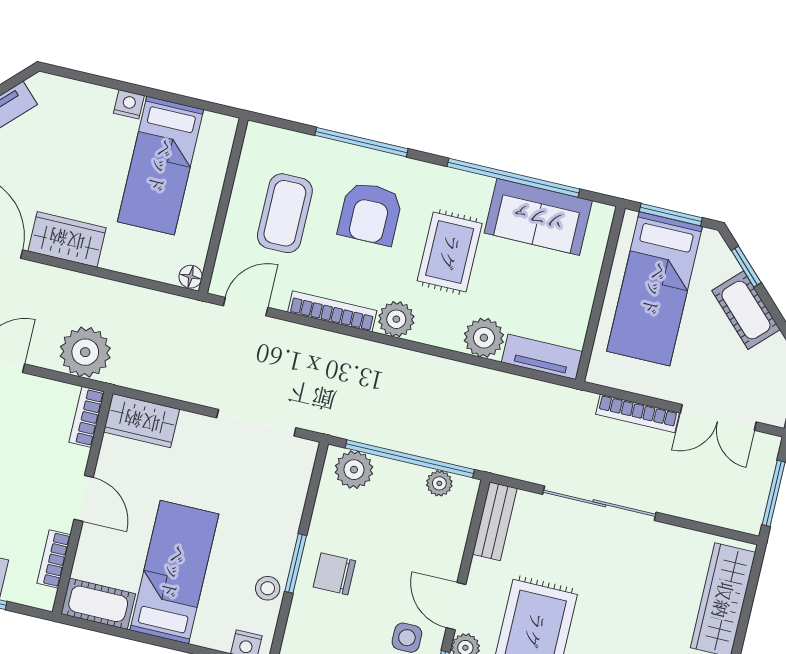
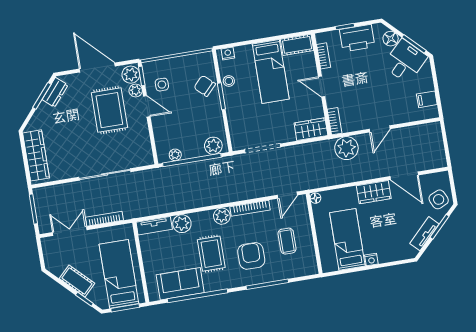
coffee table: (285, 213) -> (287, 241), width x0.73, depth x0.77
bench: (495, 521) -> (145, 149), removed
chair: (334, 574) -> (205, 86), moved, turned -137

